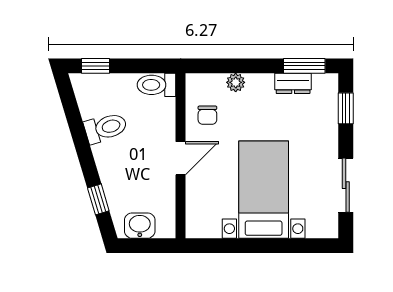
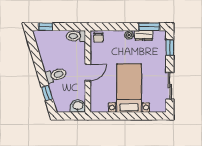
plant: (236, 82) -> (129, 35), moved
chair: (207, 115) -> (98, 37), moved
toilet: (106, 128) -> (56, 75), moved
washbasin: (140, 226) -> (78, 106), moved

